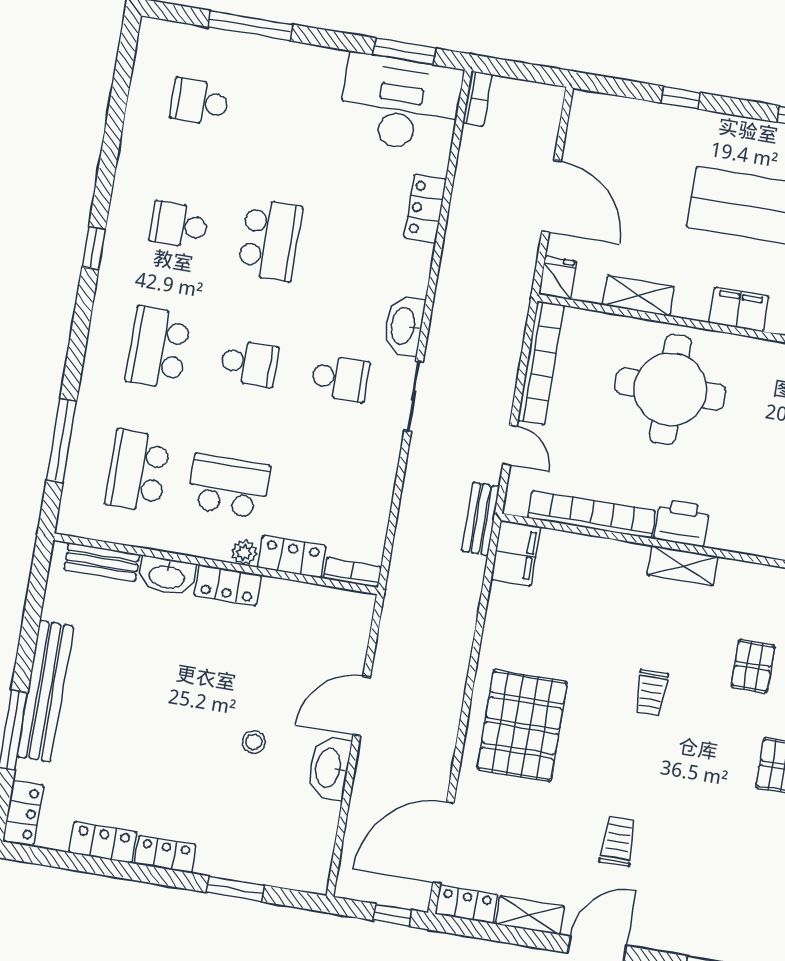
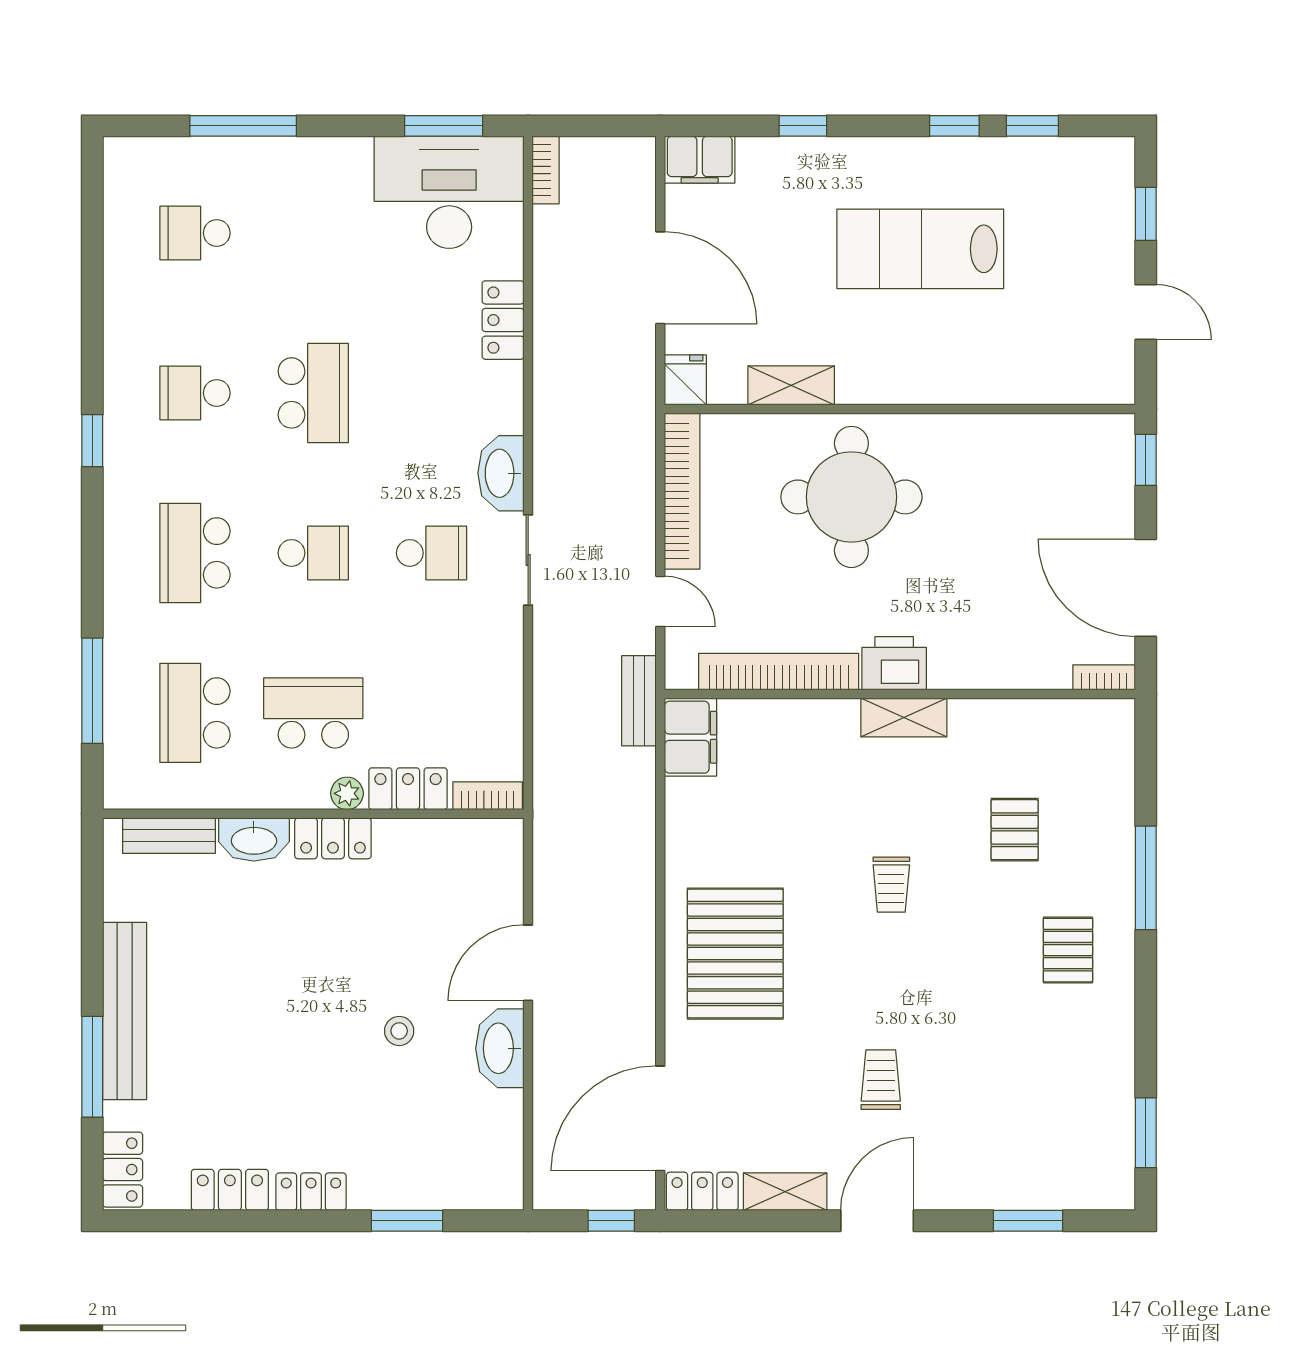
filing cabinet: (739, 309) -> (700, 160), moved, turned 180

